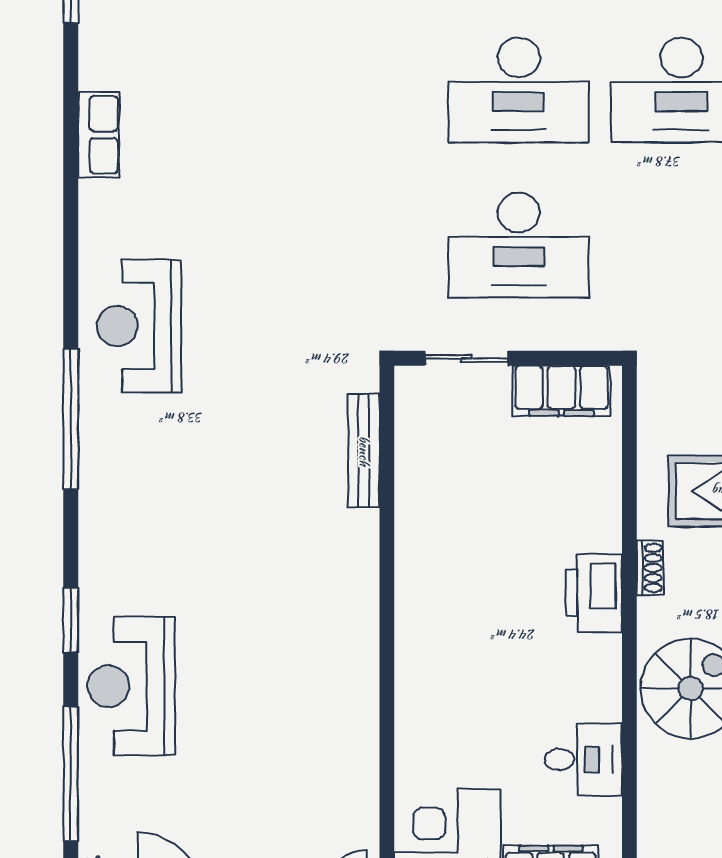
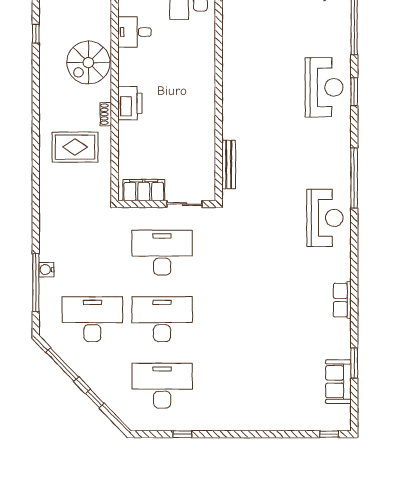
reception desk: (131, 686) -> (324, 87), moved

